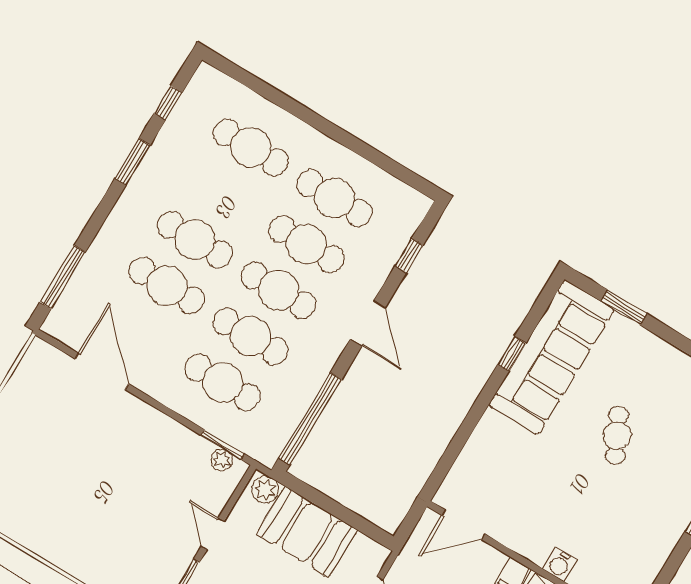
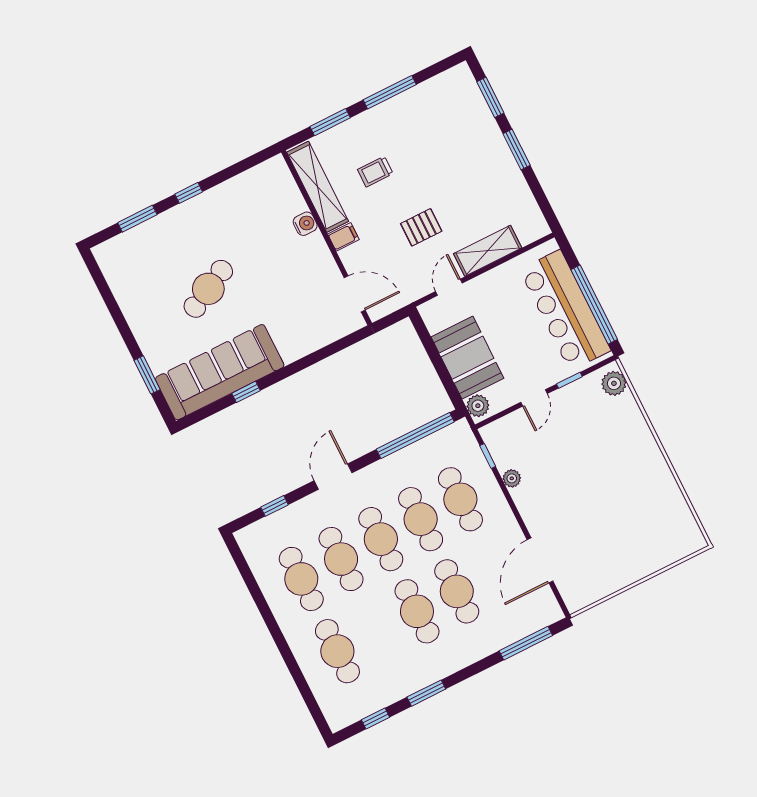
cafe table: (617, 435) -> (208, 289), width x1.37, depth x1.35
window: (223, 444) -> (488, 456), width x0.67
plant: (222, 460) -> (512, 478), moved

